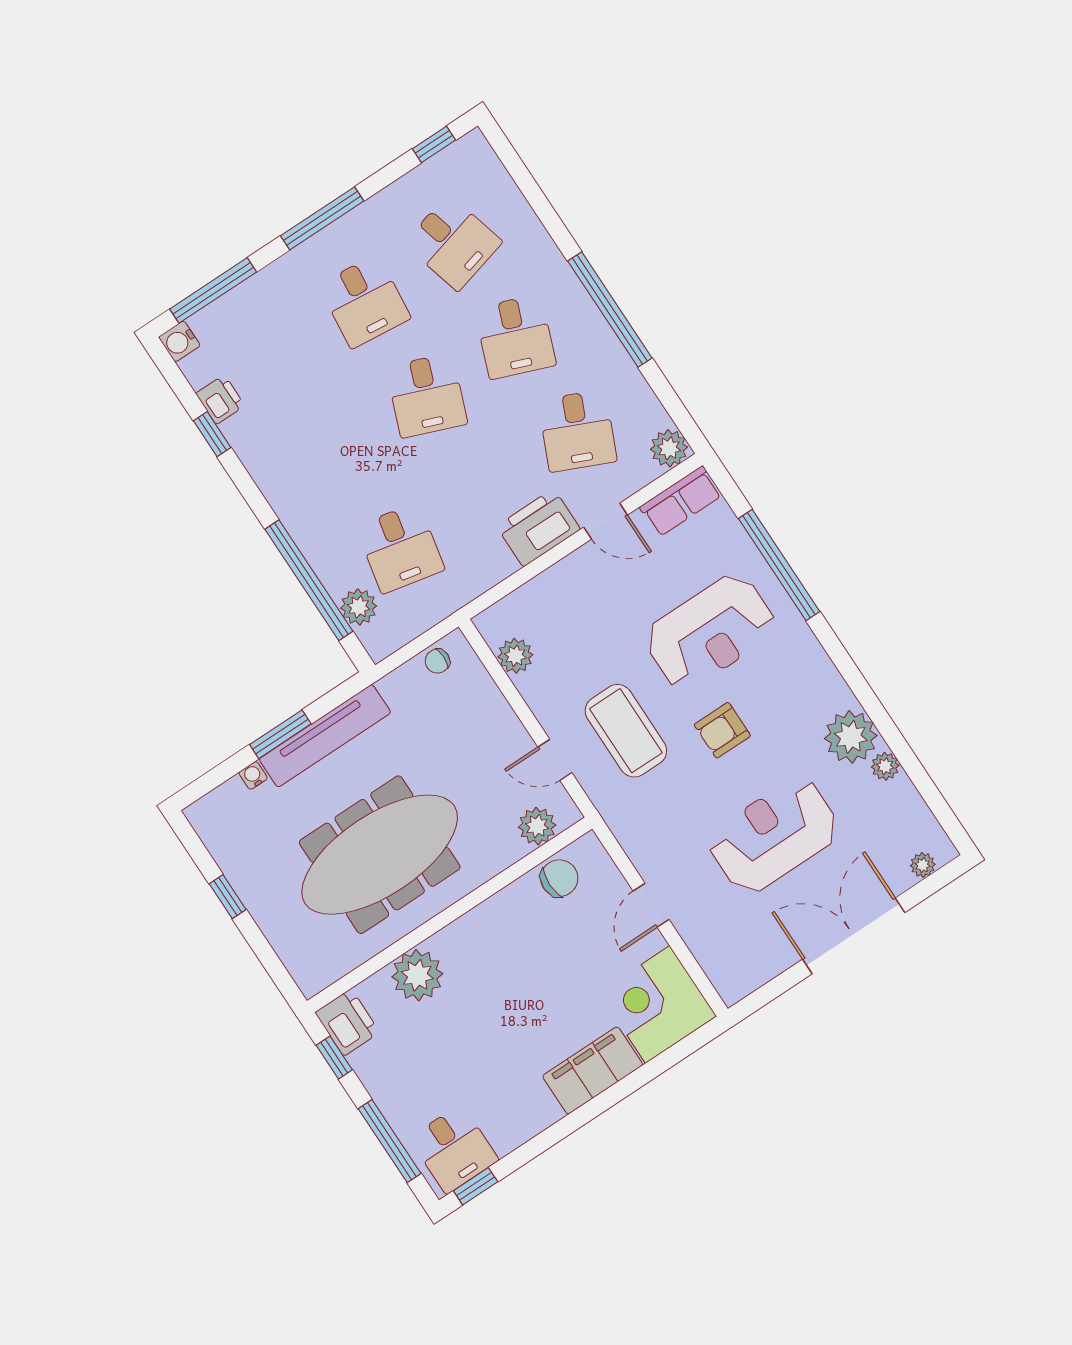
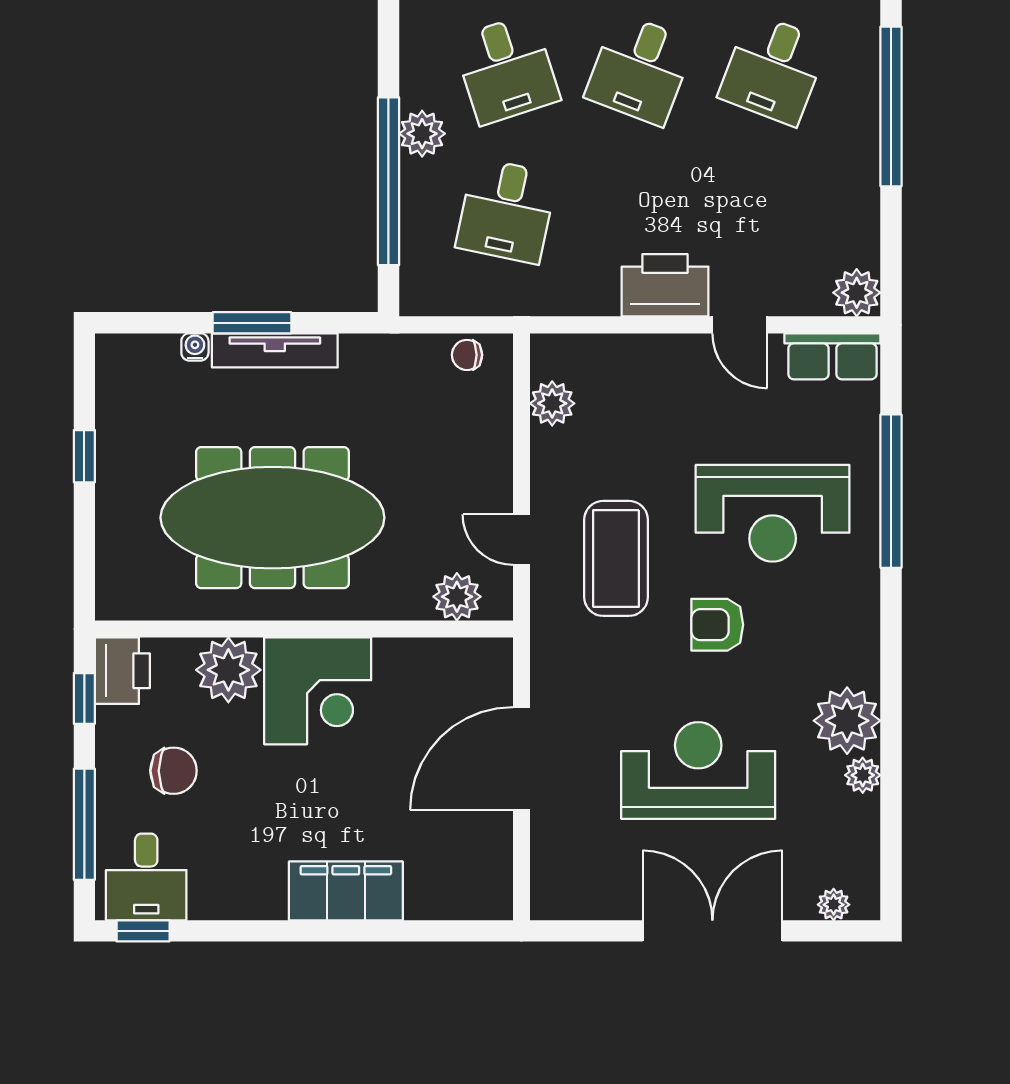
desk: (577, 431) -> (506, 69), moved, turned -42
plant: (359, 607) -> (422, 134), moved
tv unit: (325, 736) -> (275, 350), width x0.73, depth x0.78
chair: (559, 878) -> (173, 771), moved
door: (651, 905) -> (521, 759), width x1.87
corner desk: (658, 1004) -> (318, 691), moved, turned 180

